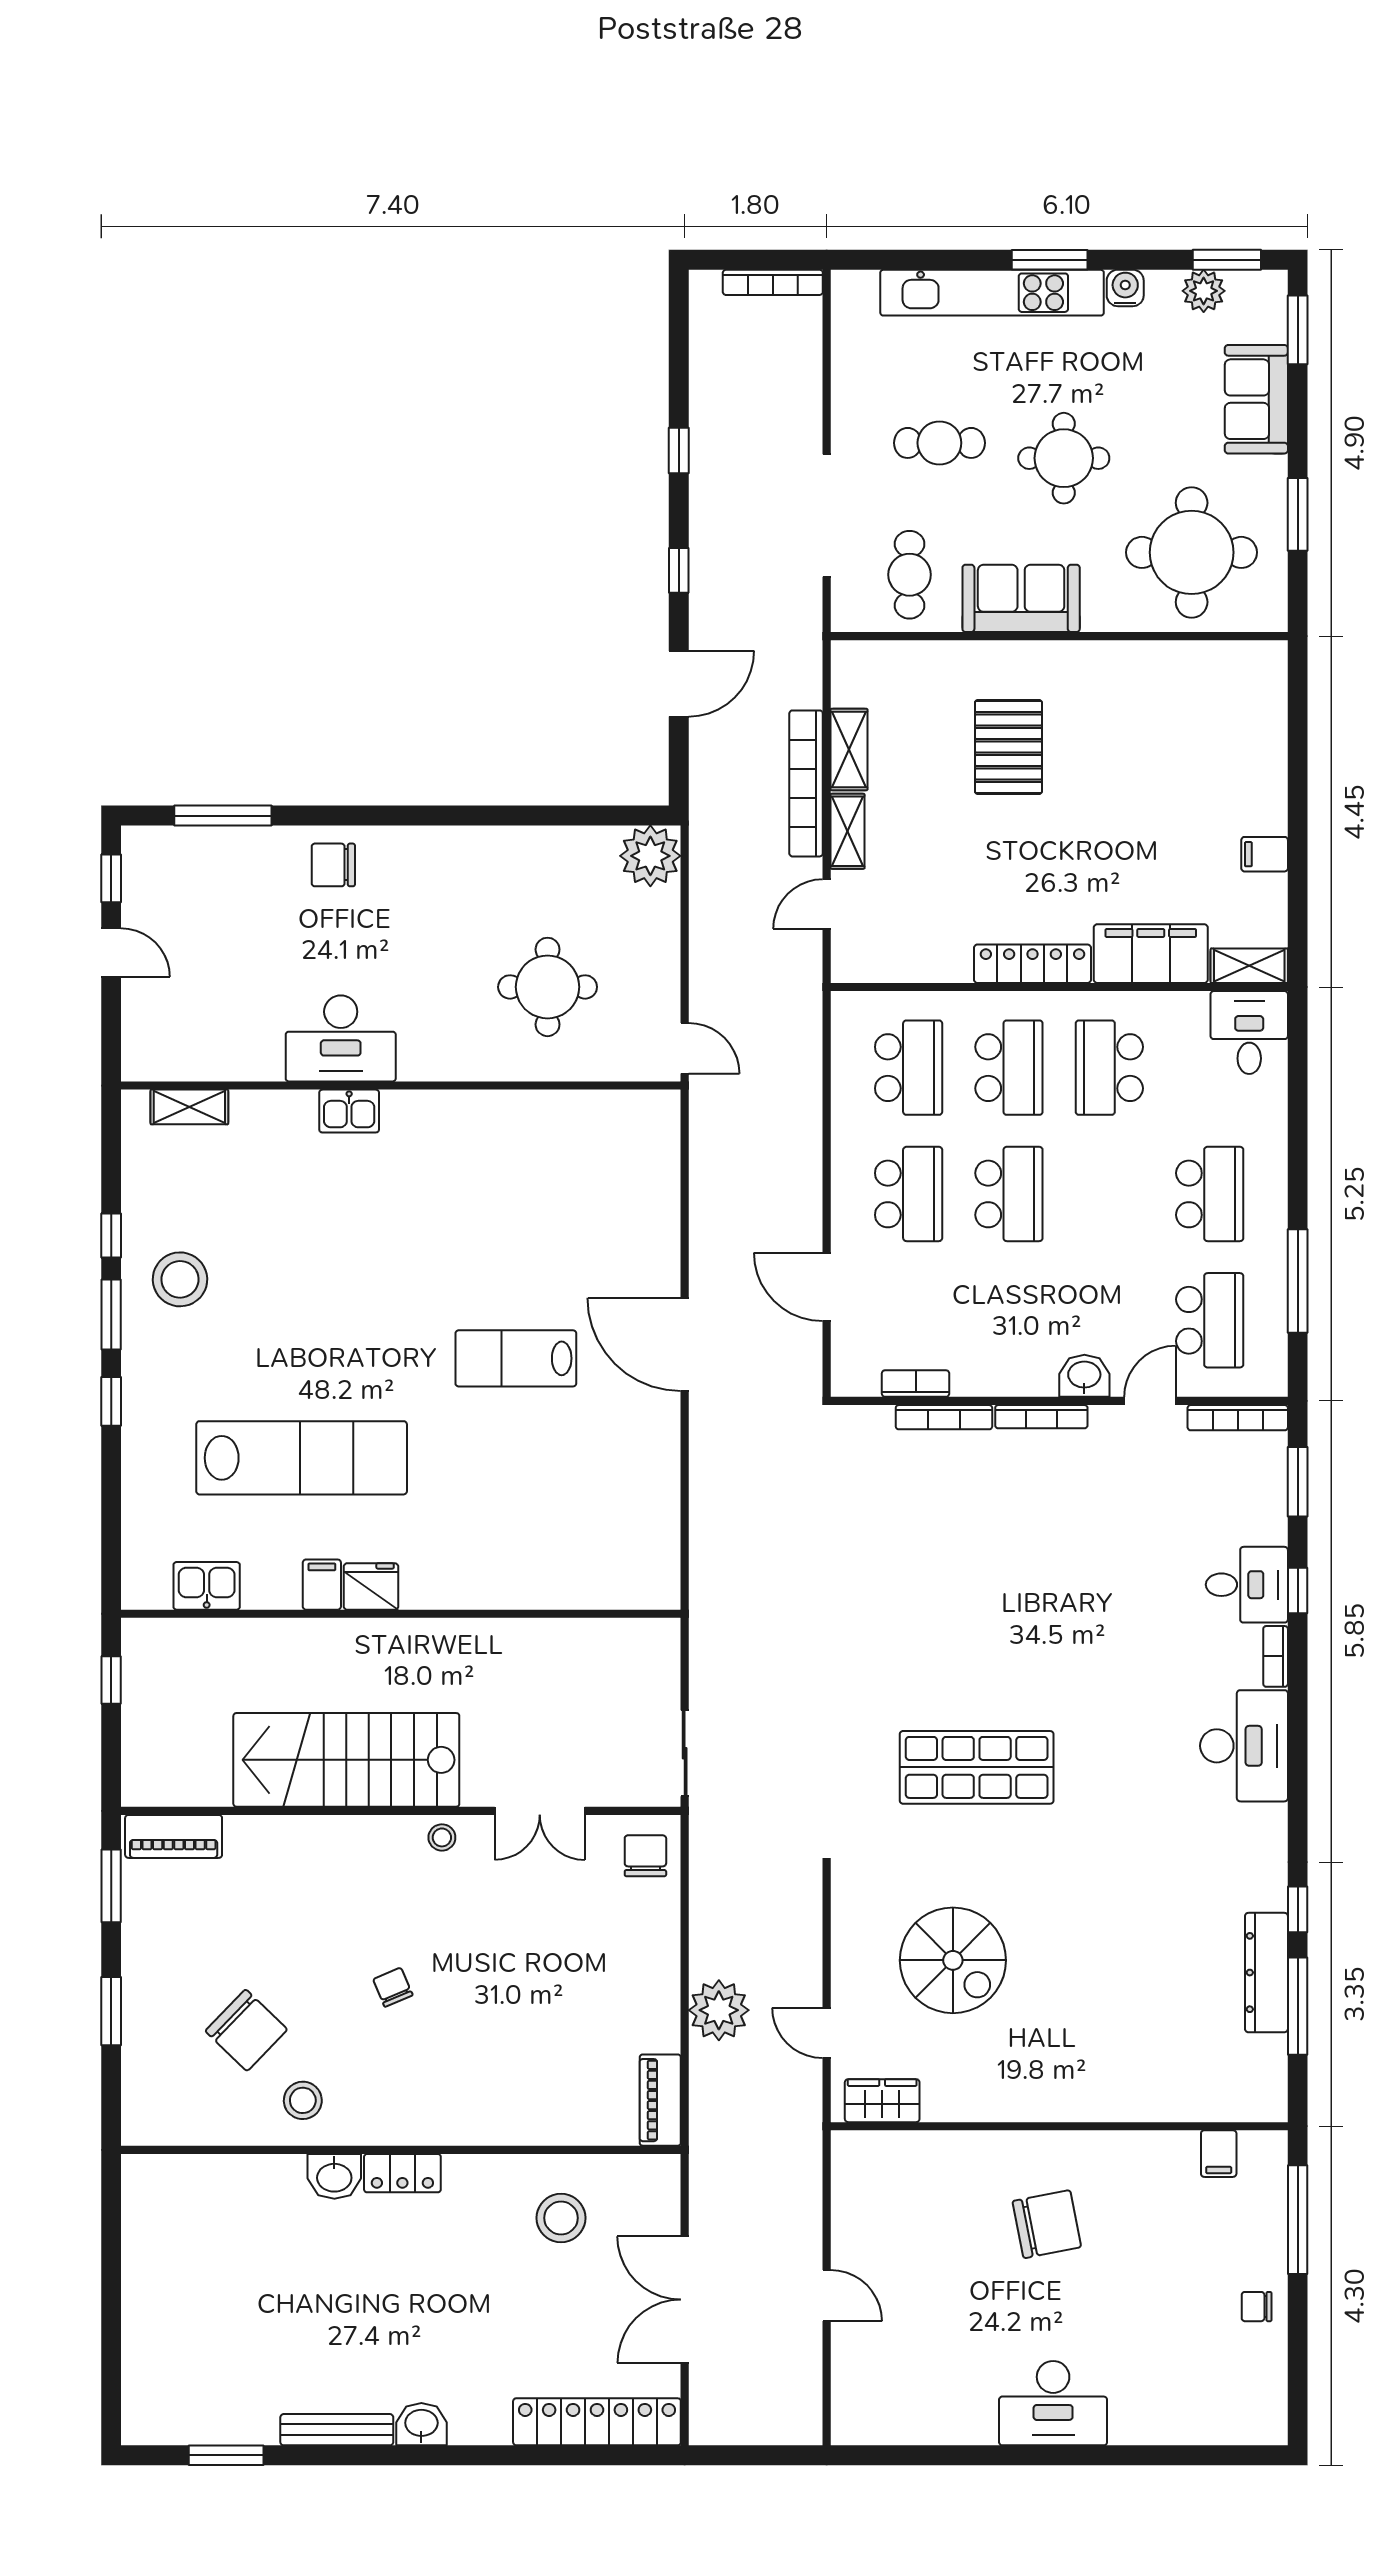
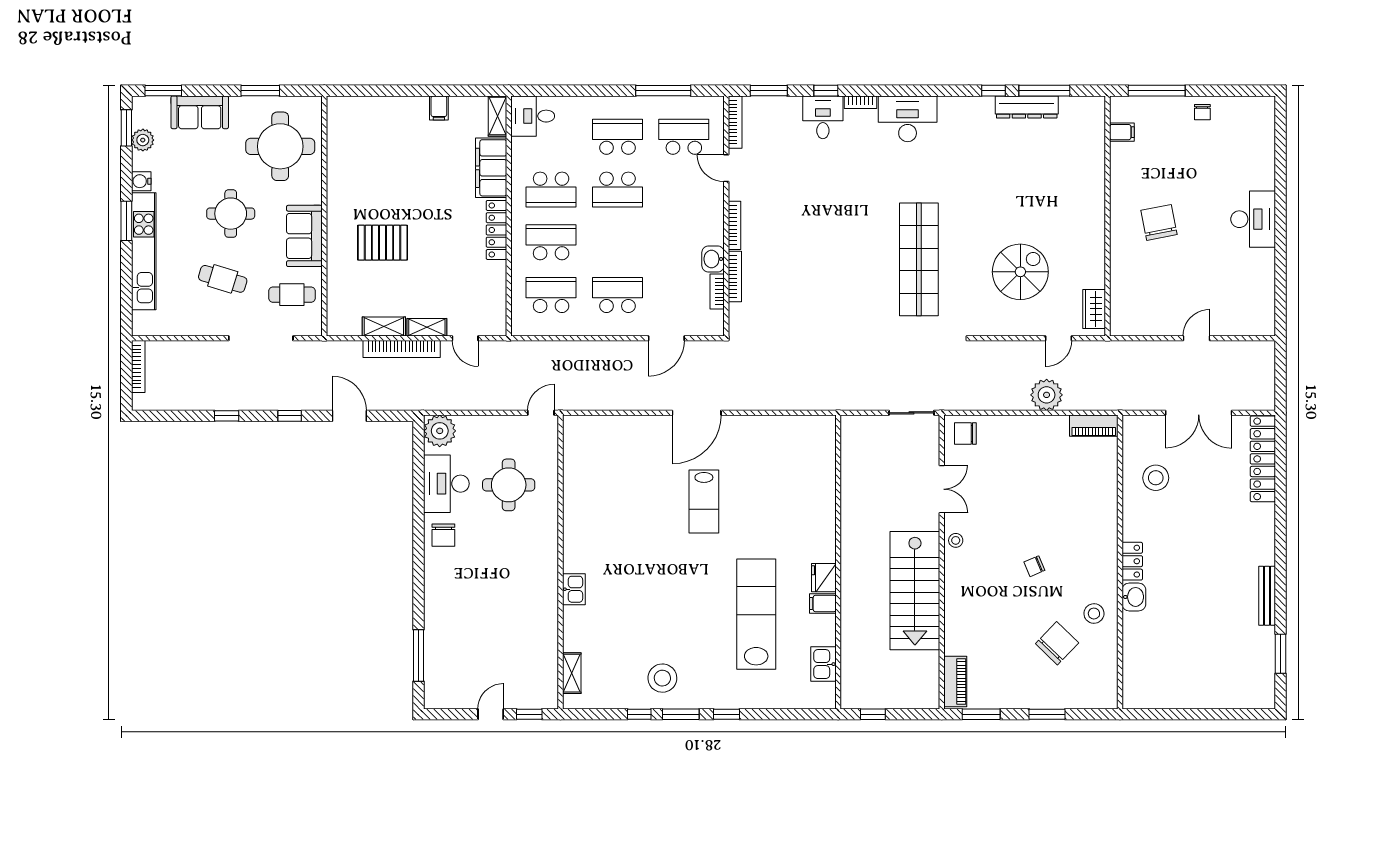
cafe table: (939, 443) -> (223, 279), turned -73
chair: (333, 865) -> (443, 535), moved
window: (111, 878) -> (529, 714), moved
desk: (341, 1038) -> (446, 484), moved, turned 180
school desk: (1009, 1194) -> (617, 190), moved, turned 180
washbasin: (1084, 1376) -> (713, 259), moved
shop shelf: (977, 1767) -> (919, 259), width x1.40
washbasin: (421, 2424) -> (1264, 551), removed

